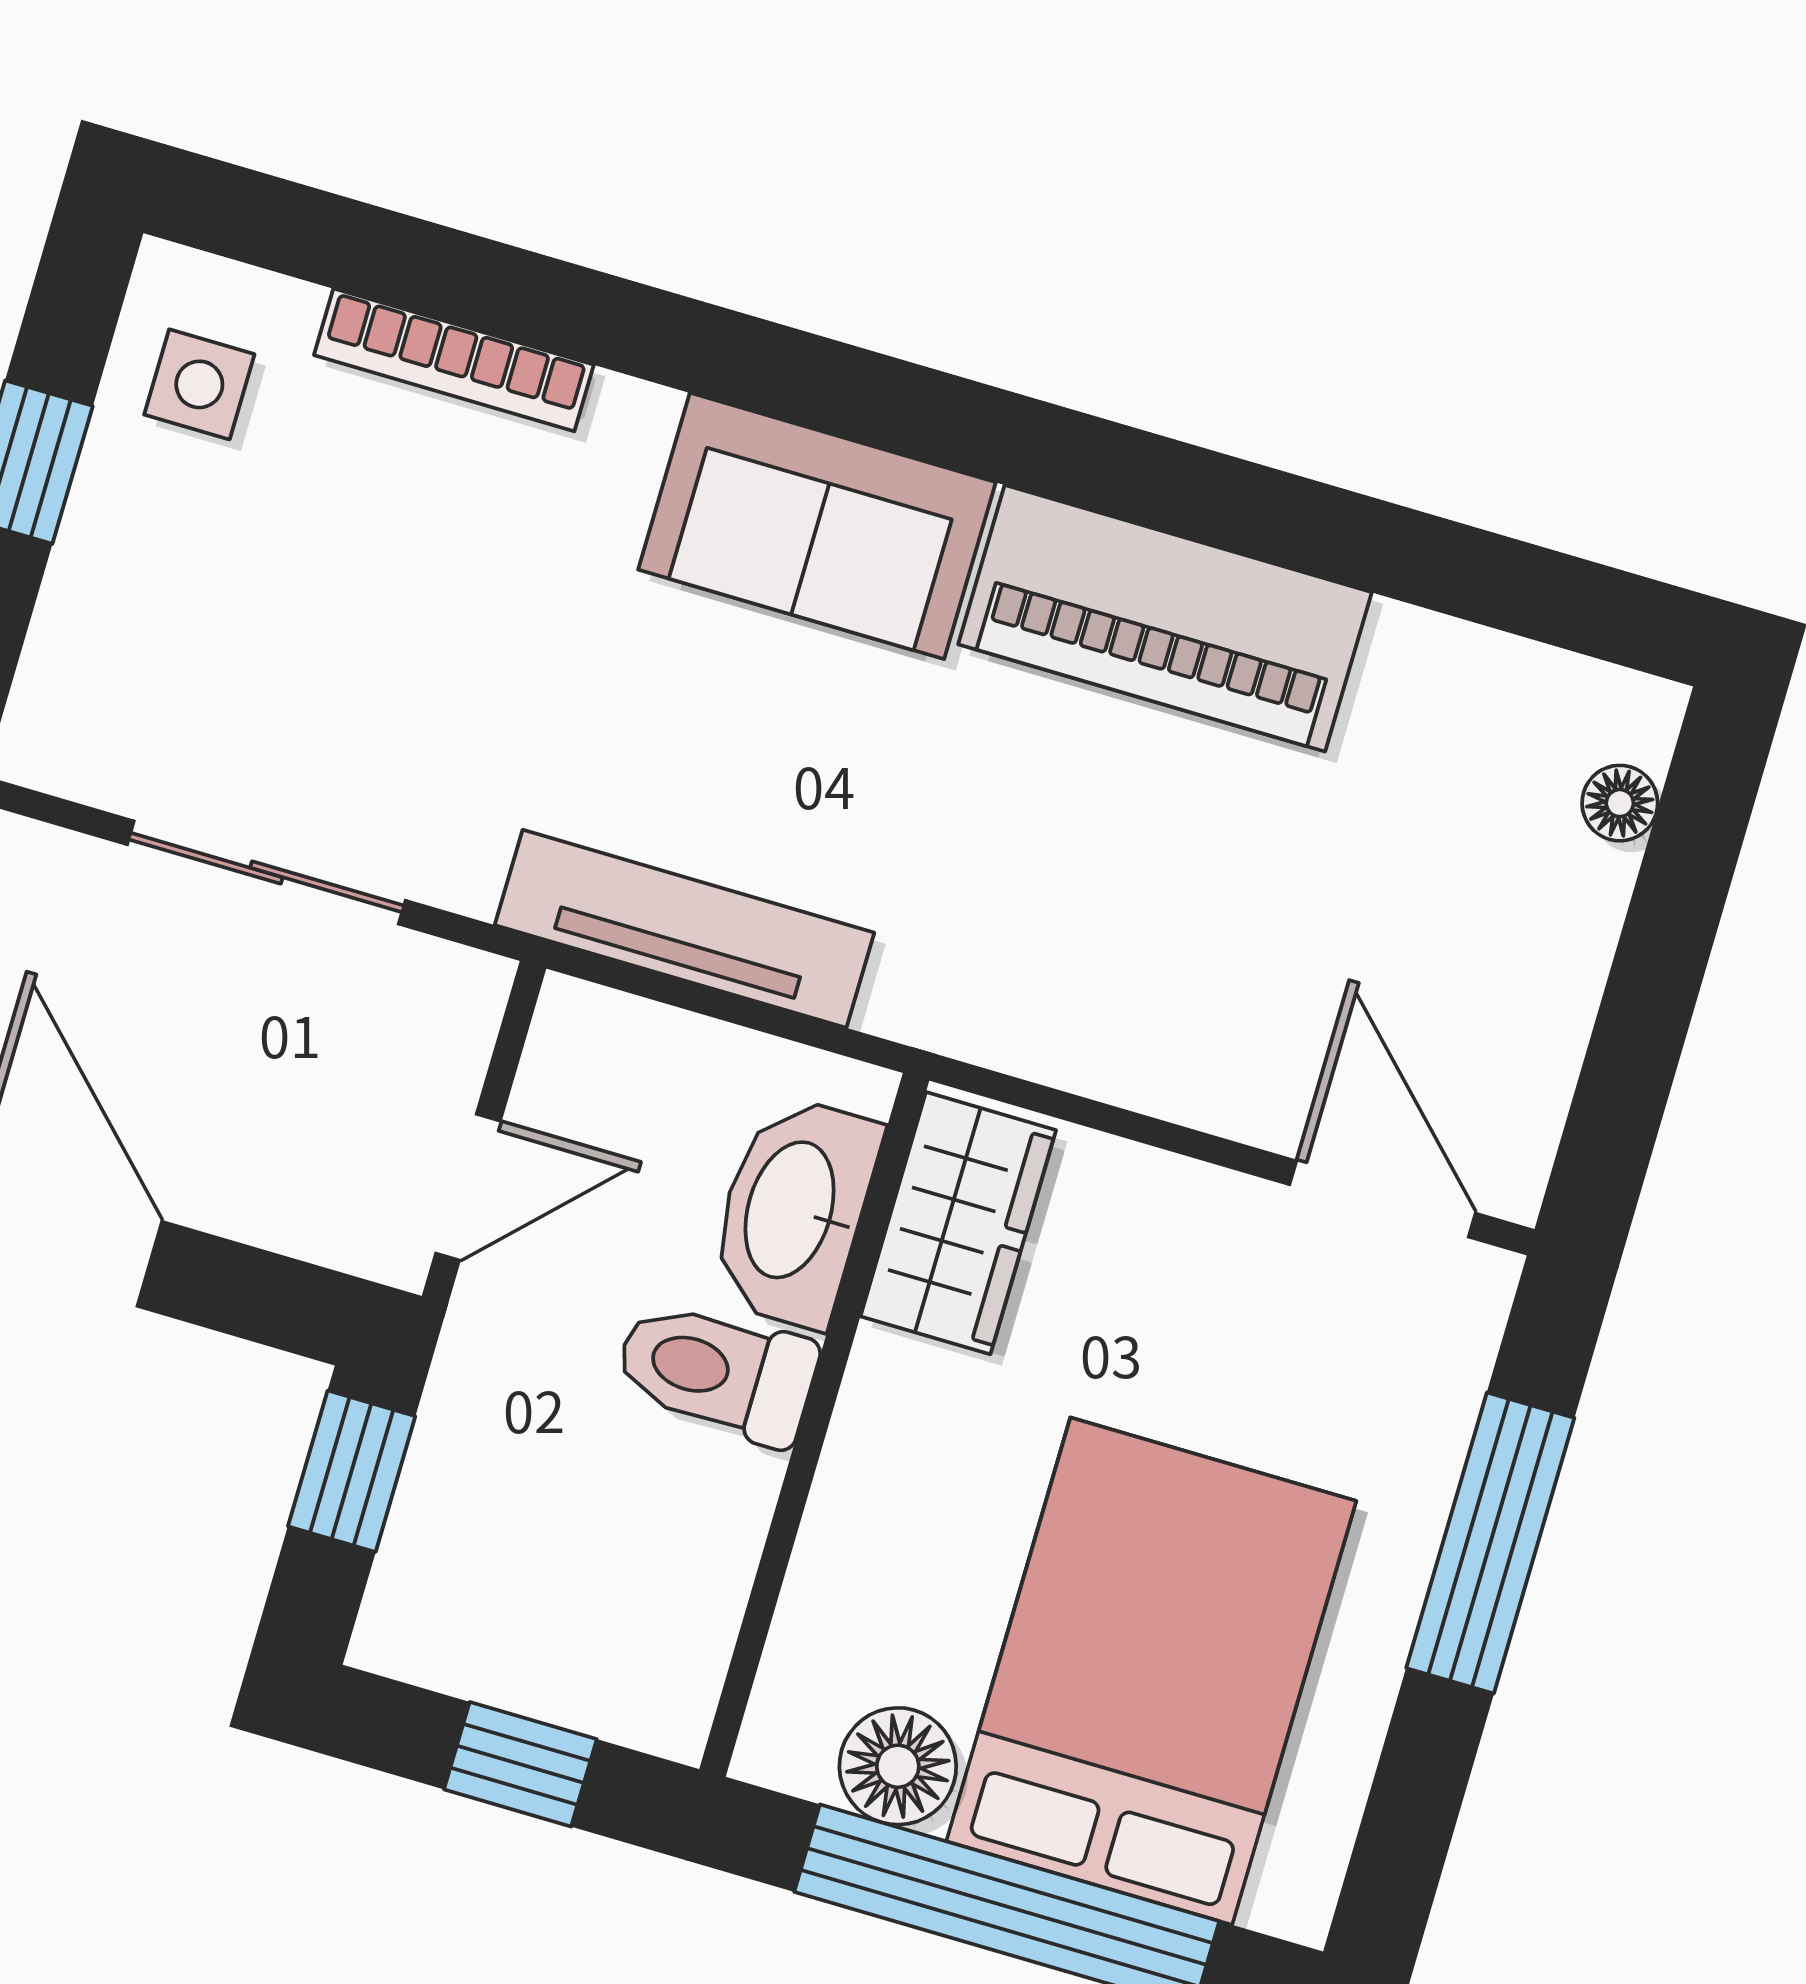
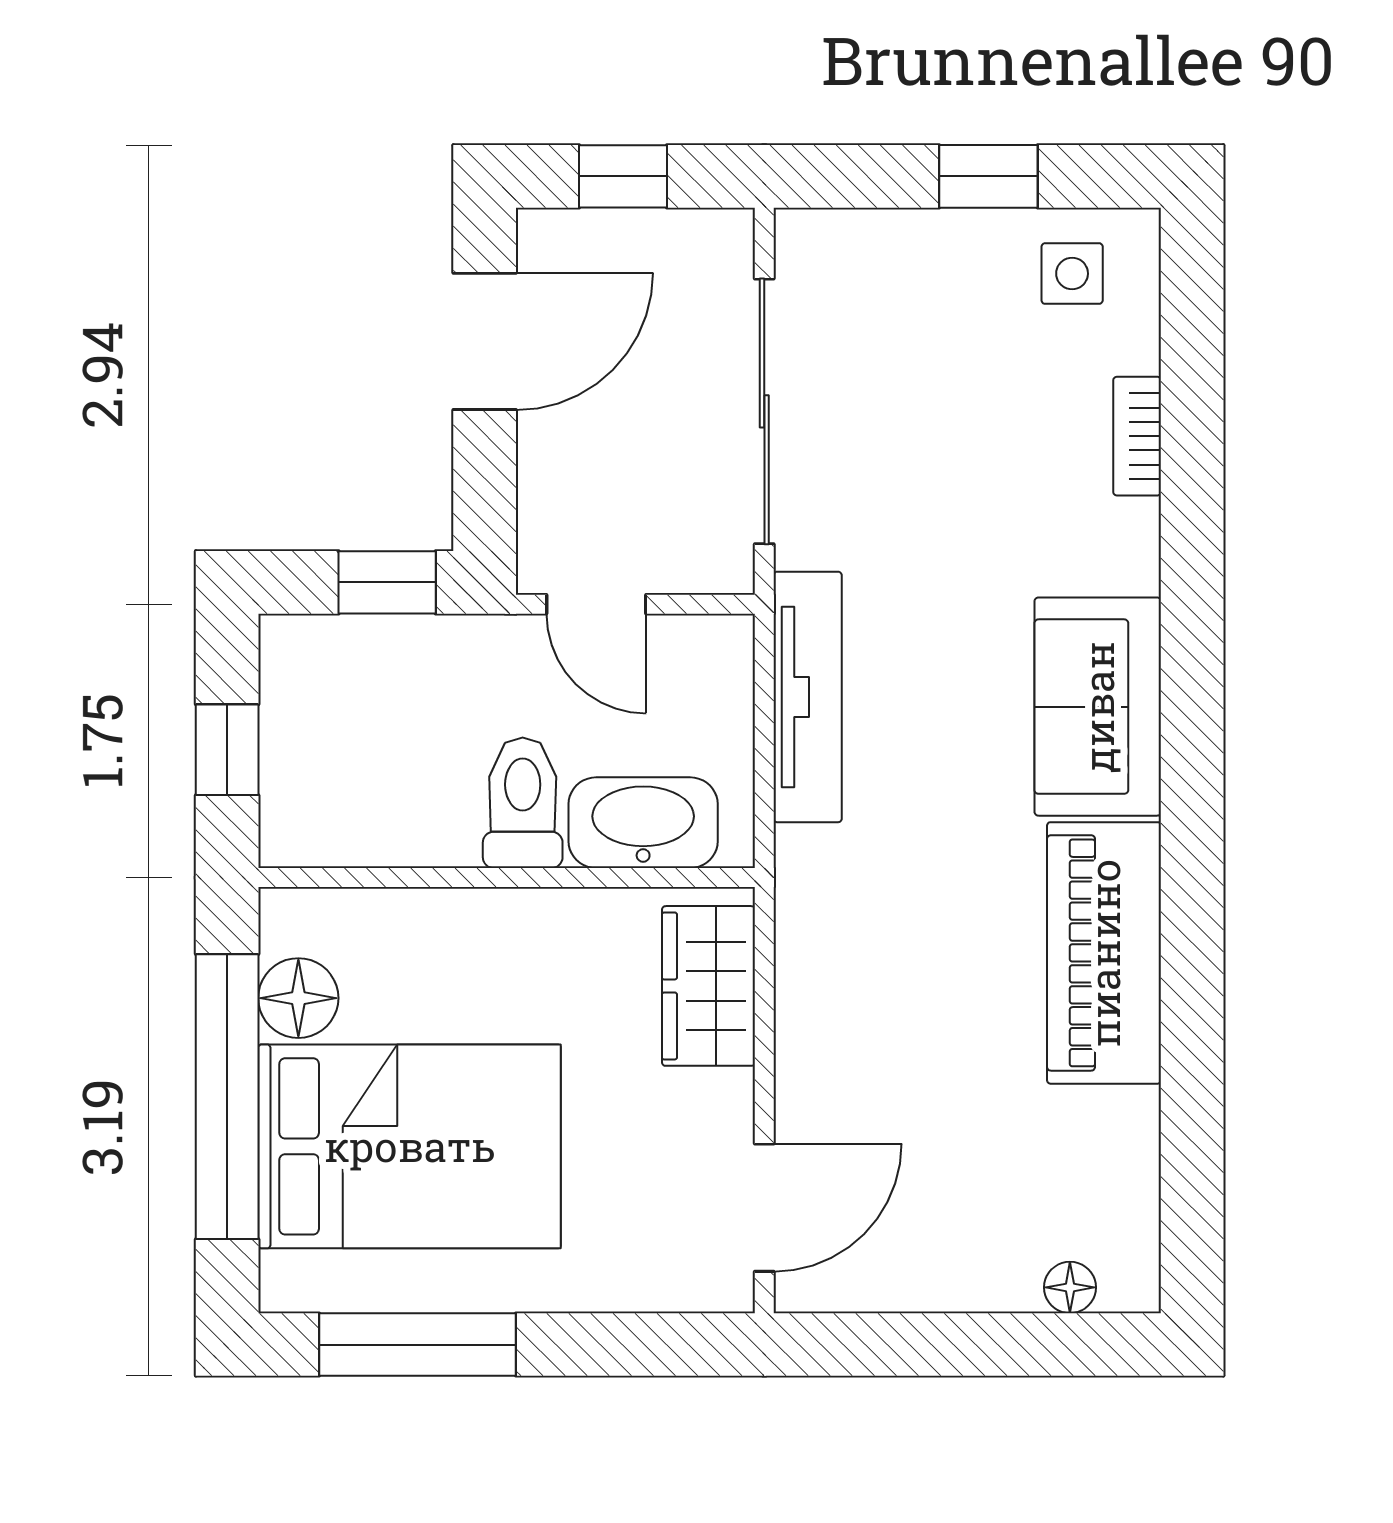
bookcase: (454, 360) -> (1137, 436), width x0.64
sliding door: (266, 873) -> (764, 411), width x1.37
wardrobe: (958, 1223) -> (708, 986), moved, turned 90
window: (1490, 1543) -> (418, 1345), moved

